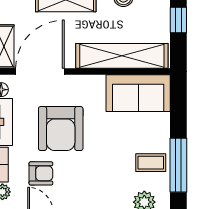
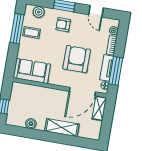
shelving: (122, 56) -> (37, 92), removed
armchair: (41, 173) -> (63, 25), moved

